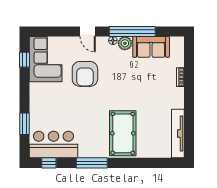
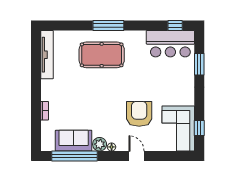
window: (132, 31) -> (74, 156), moved
pool table: (123, 133) -> (102, 55), turned 90
window: (92, 163) -> (108, 26), moved

